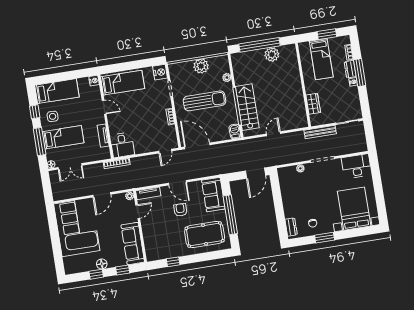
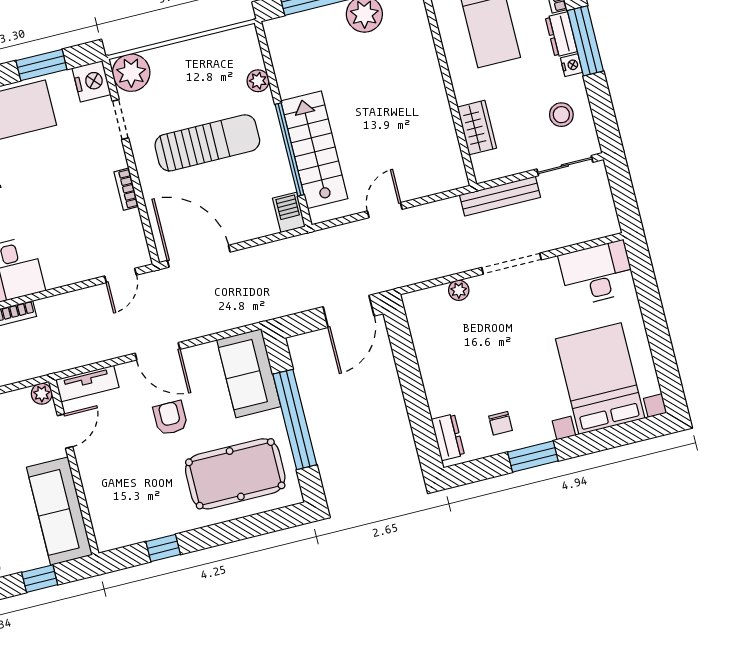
window: (141, 64) -> (41, 65), added
plant: (201, 66) -> (131, 73), moved
stool: (347, 101) -> (561, 115), added

